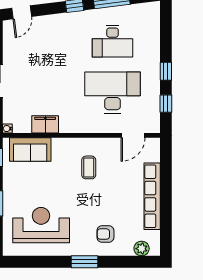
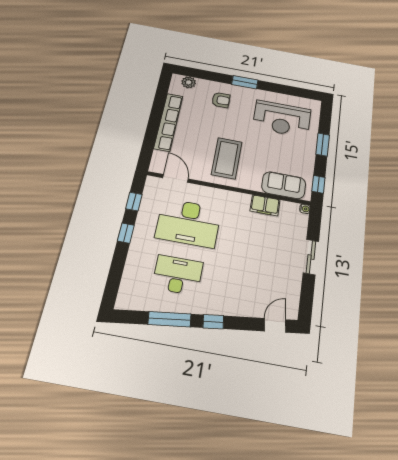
door: (133, 135) -> (175, 178), hinge flipped
coffee table: (89, 167) -> (227, 158), width x1.86, depth x1.72

